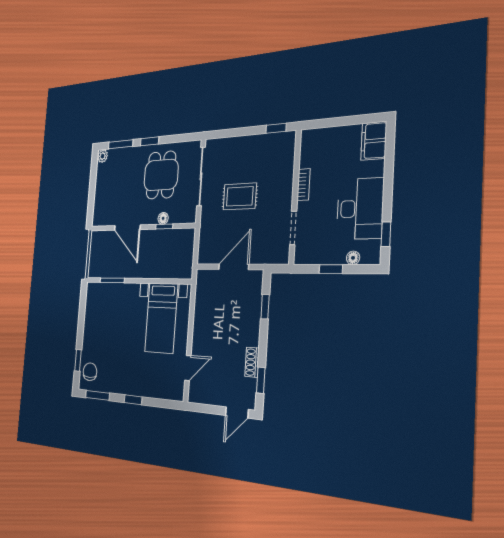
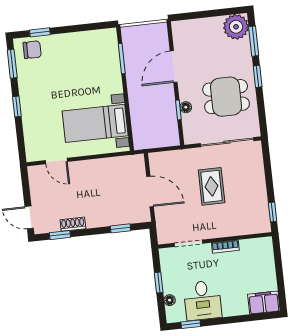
plant: (103, 156) -> (236, 27), width x1.88, depth x1.88
desk: (360, 209) -> (203, 300), width x0.73

